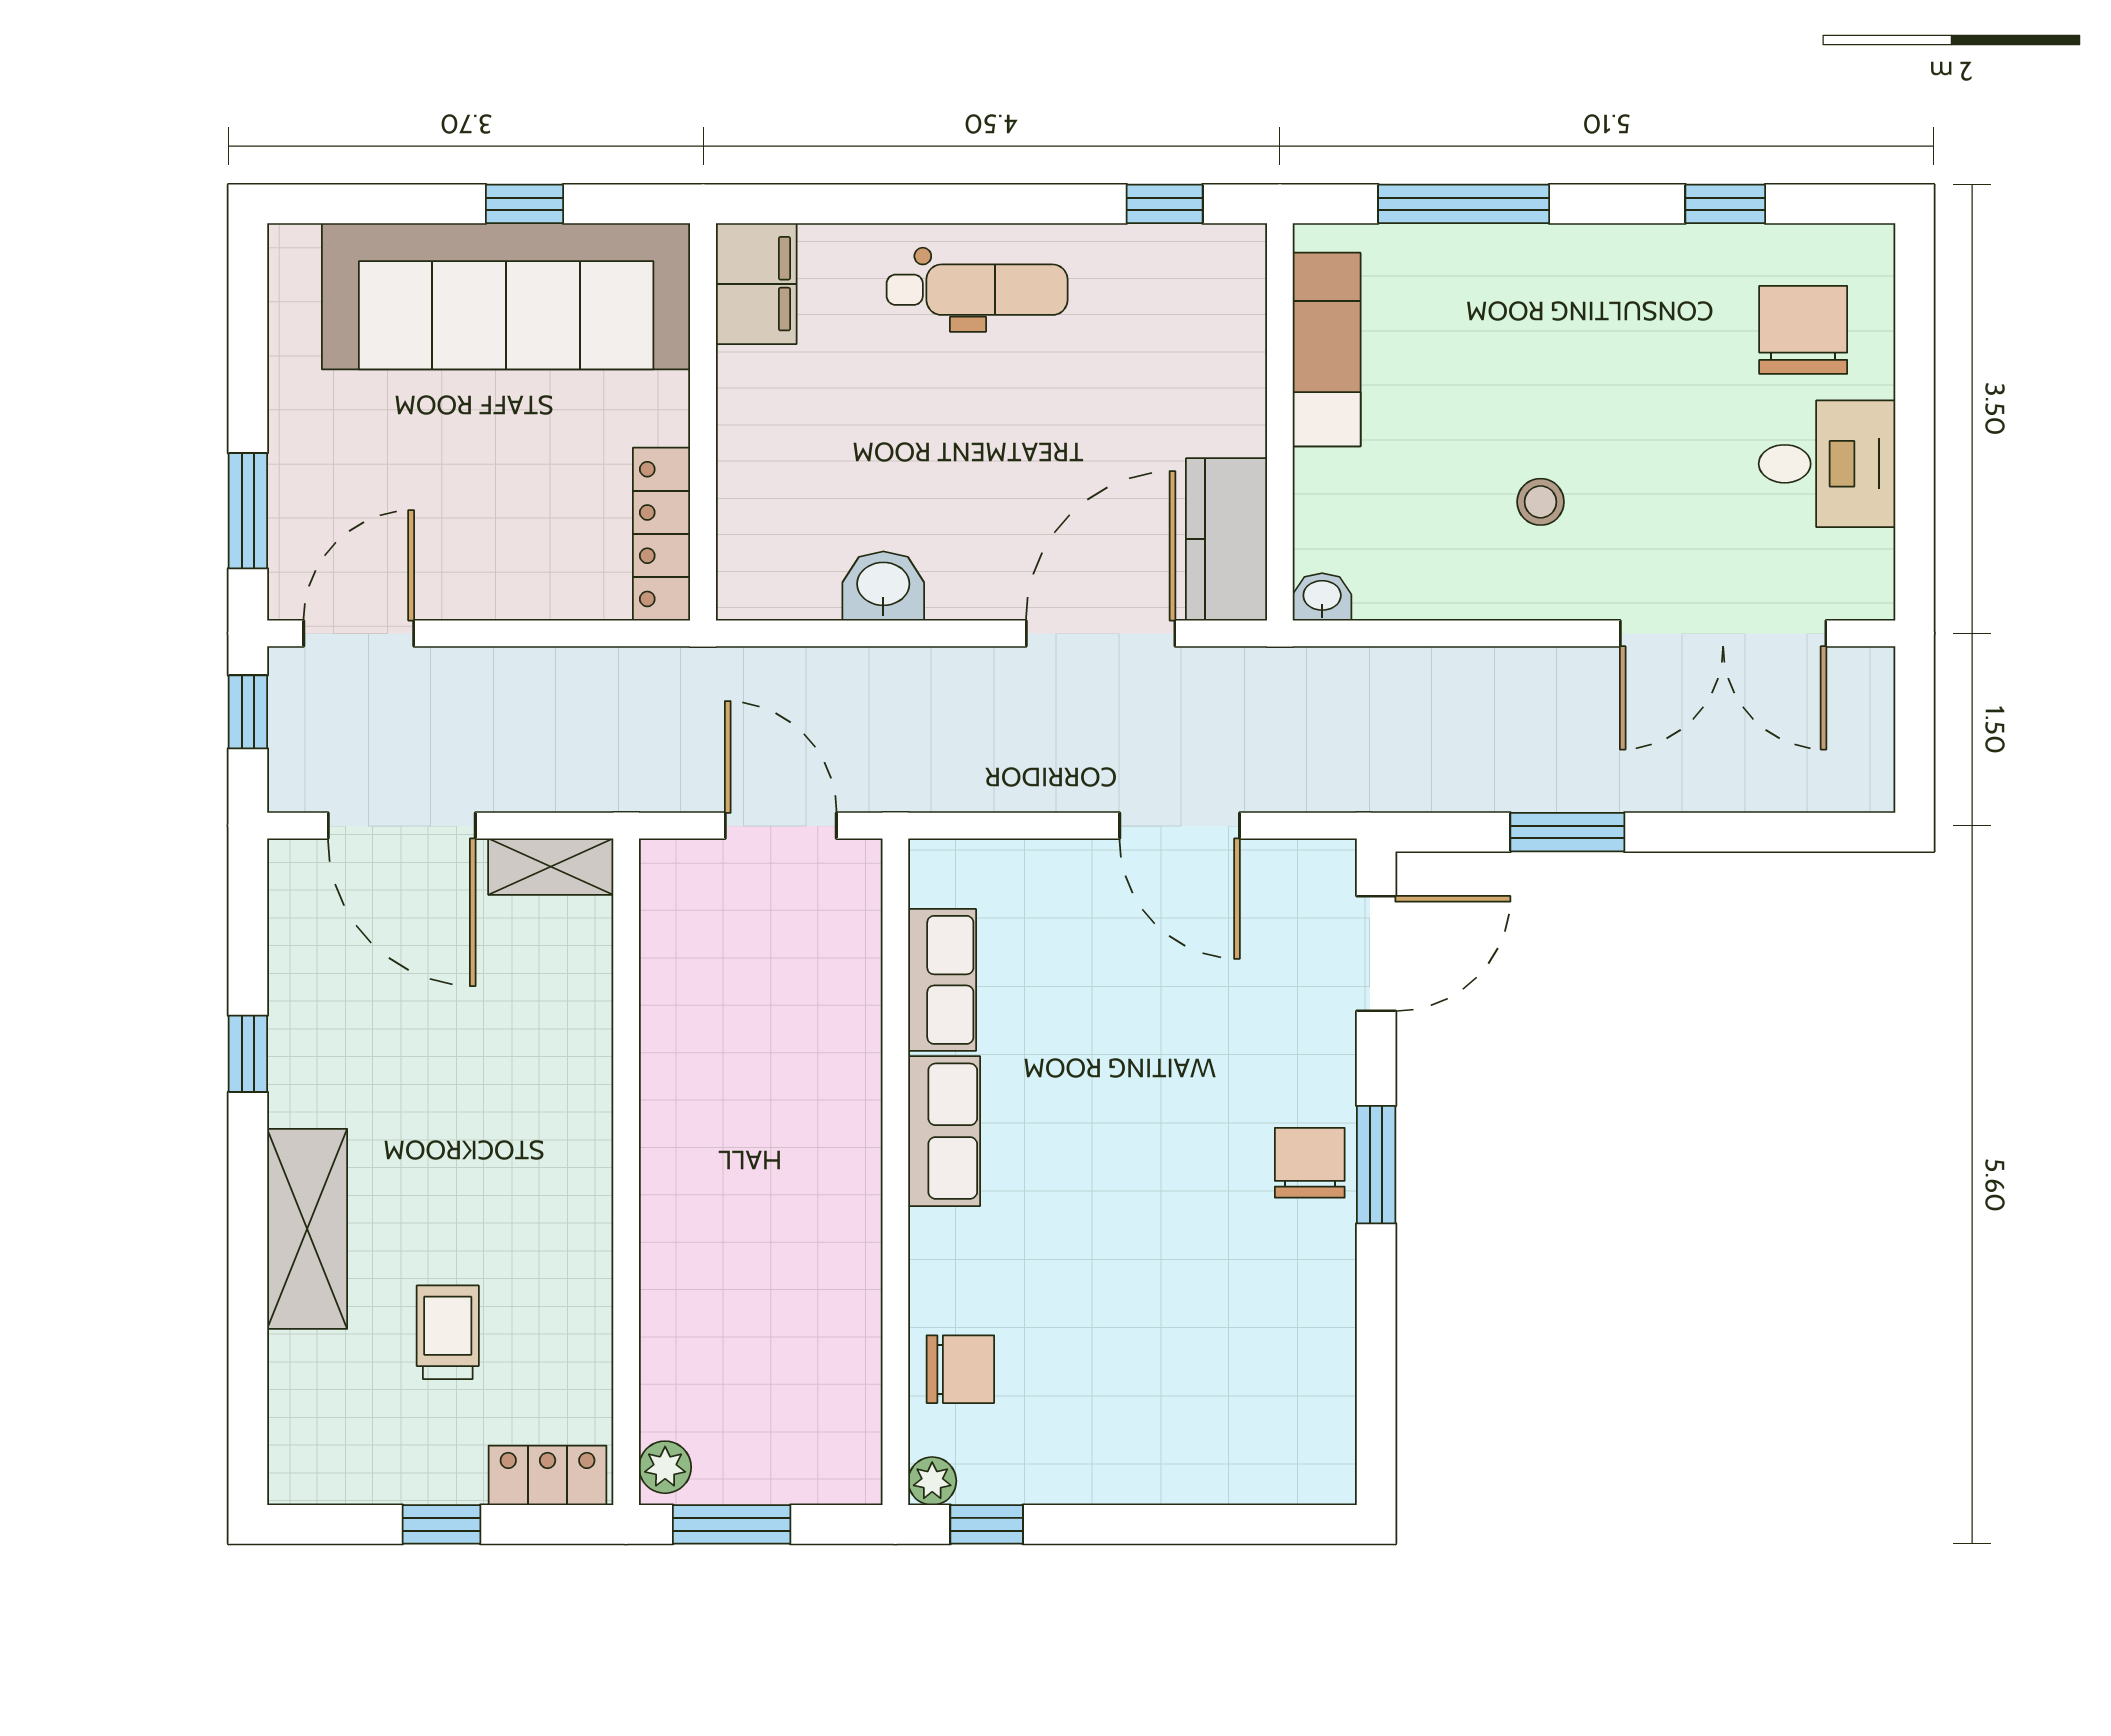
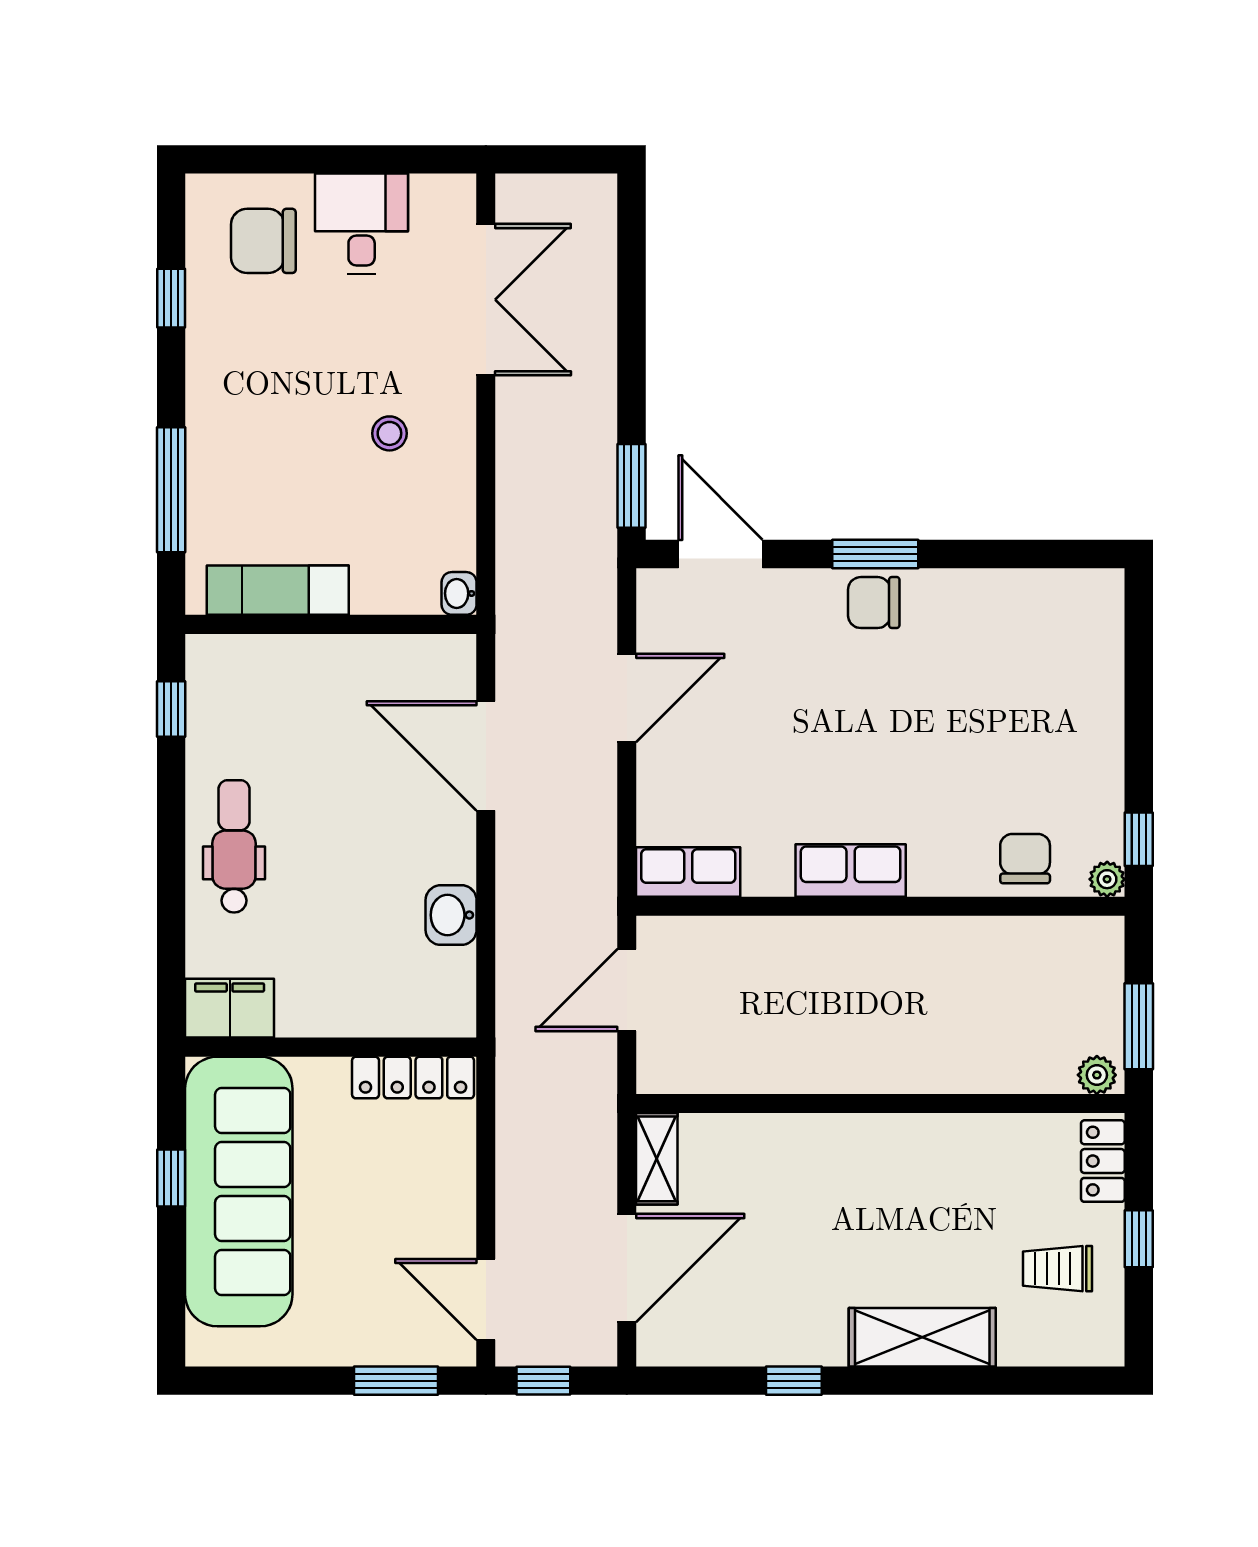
kitchen counter: (1227, 539) -> (417, 664), removed
window: (1567, 832) -> (631, 486), moved
row of seats: (942, 980) -> (688, 872), moved
trolley: (448, 1332) -> (1058, 1269), moved

